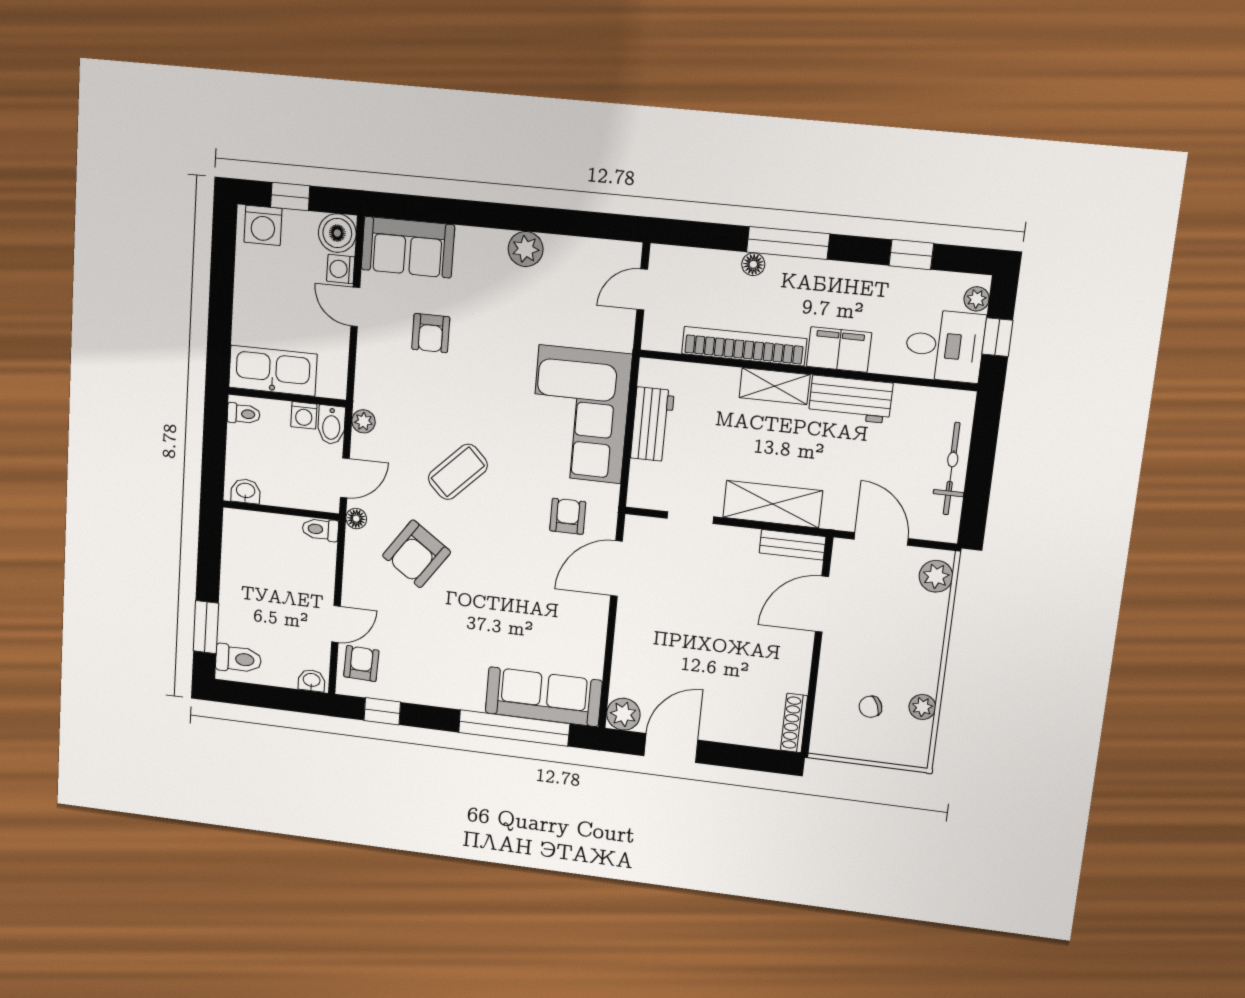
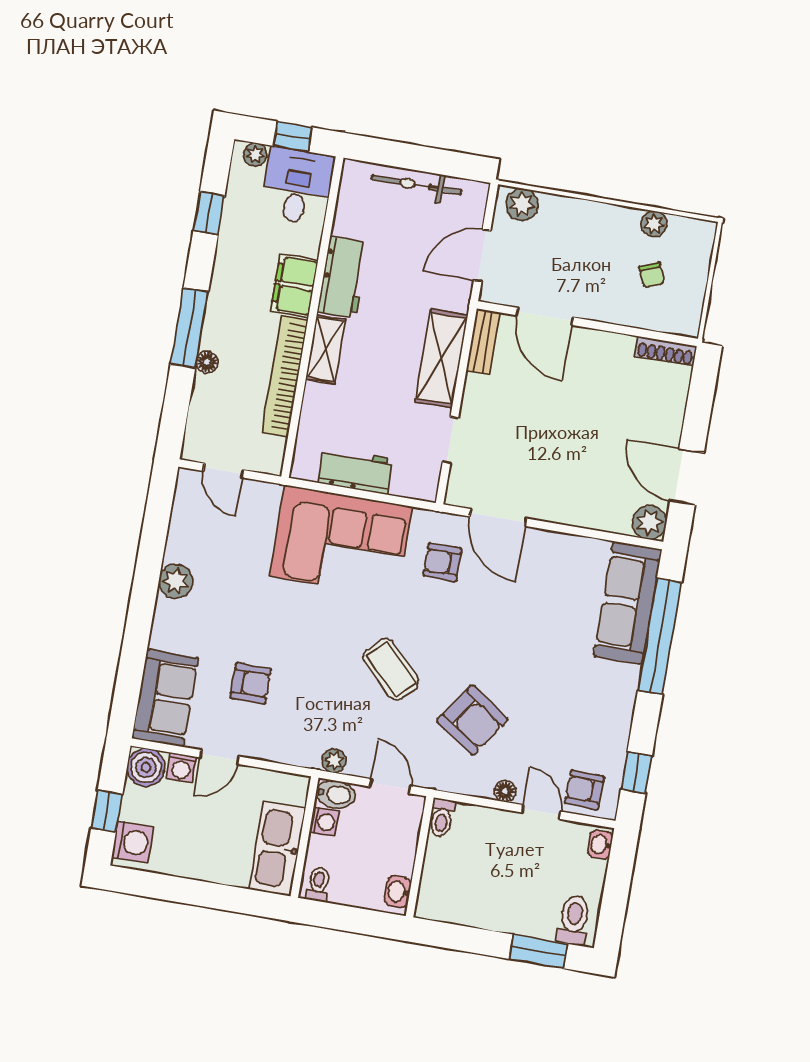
floor lamp: (356, 519) -> (505, 791), moved

